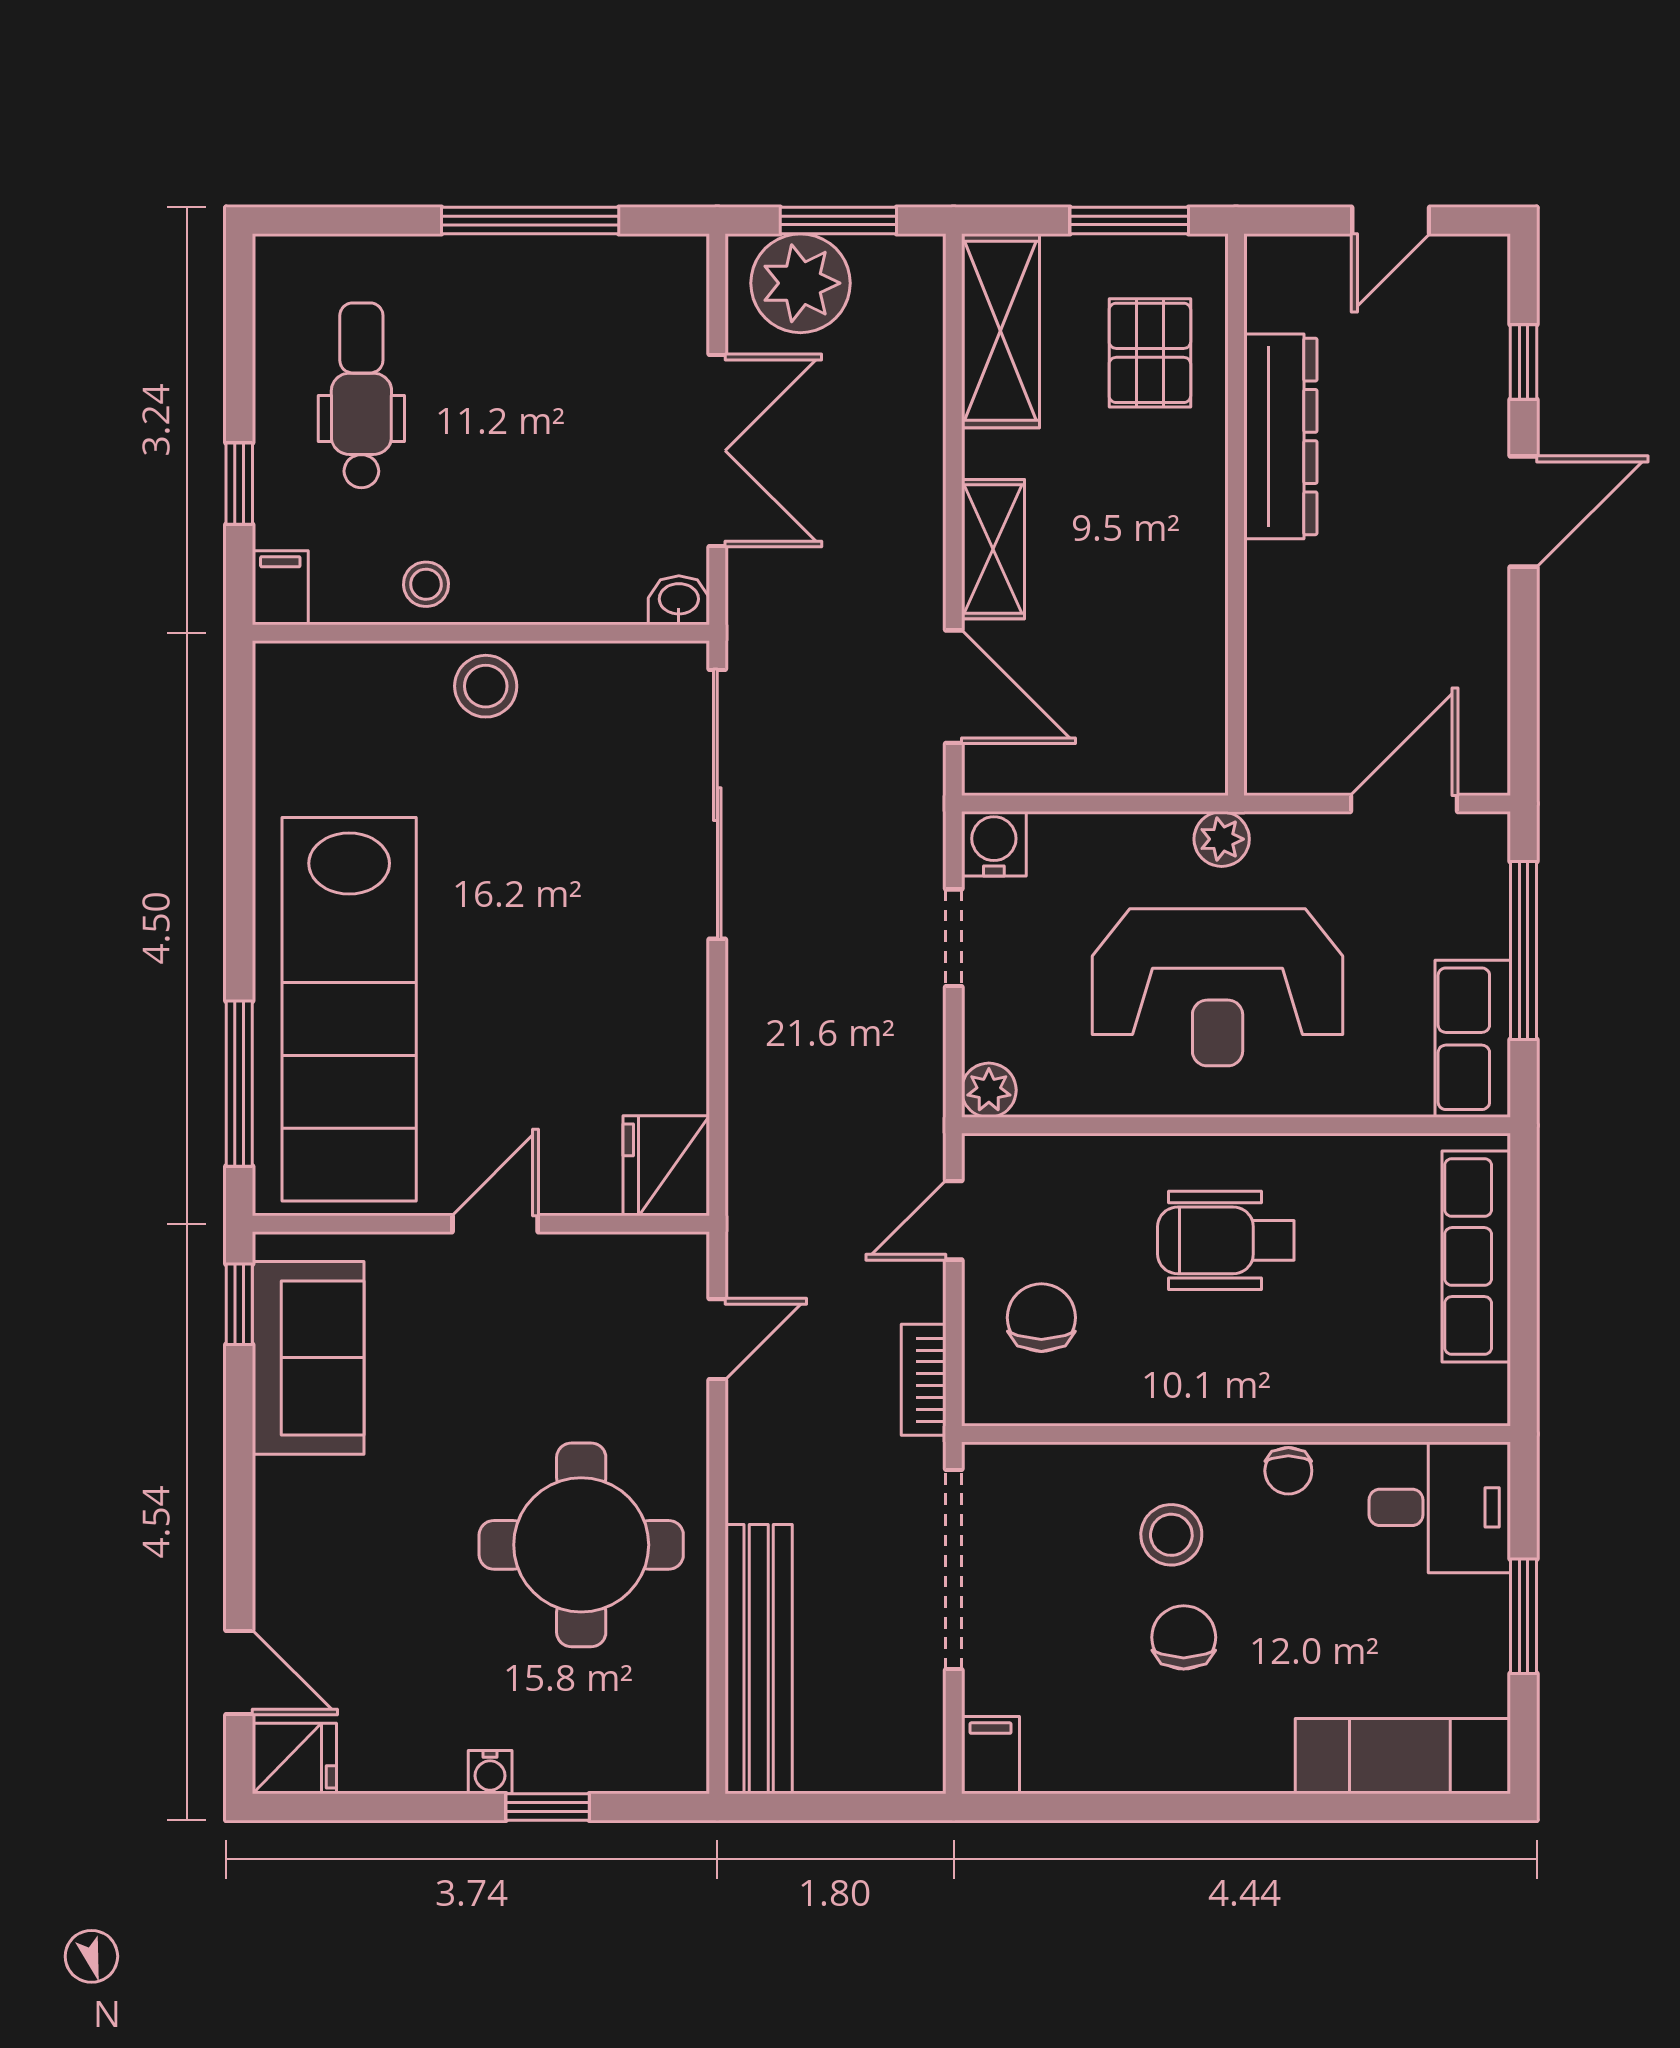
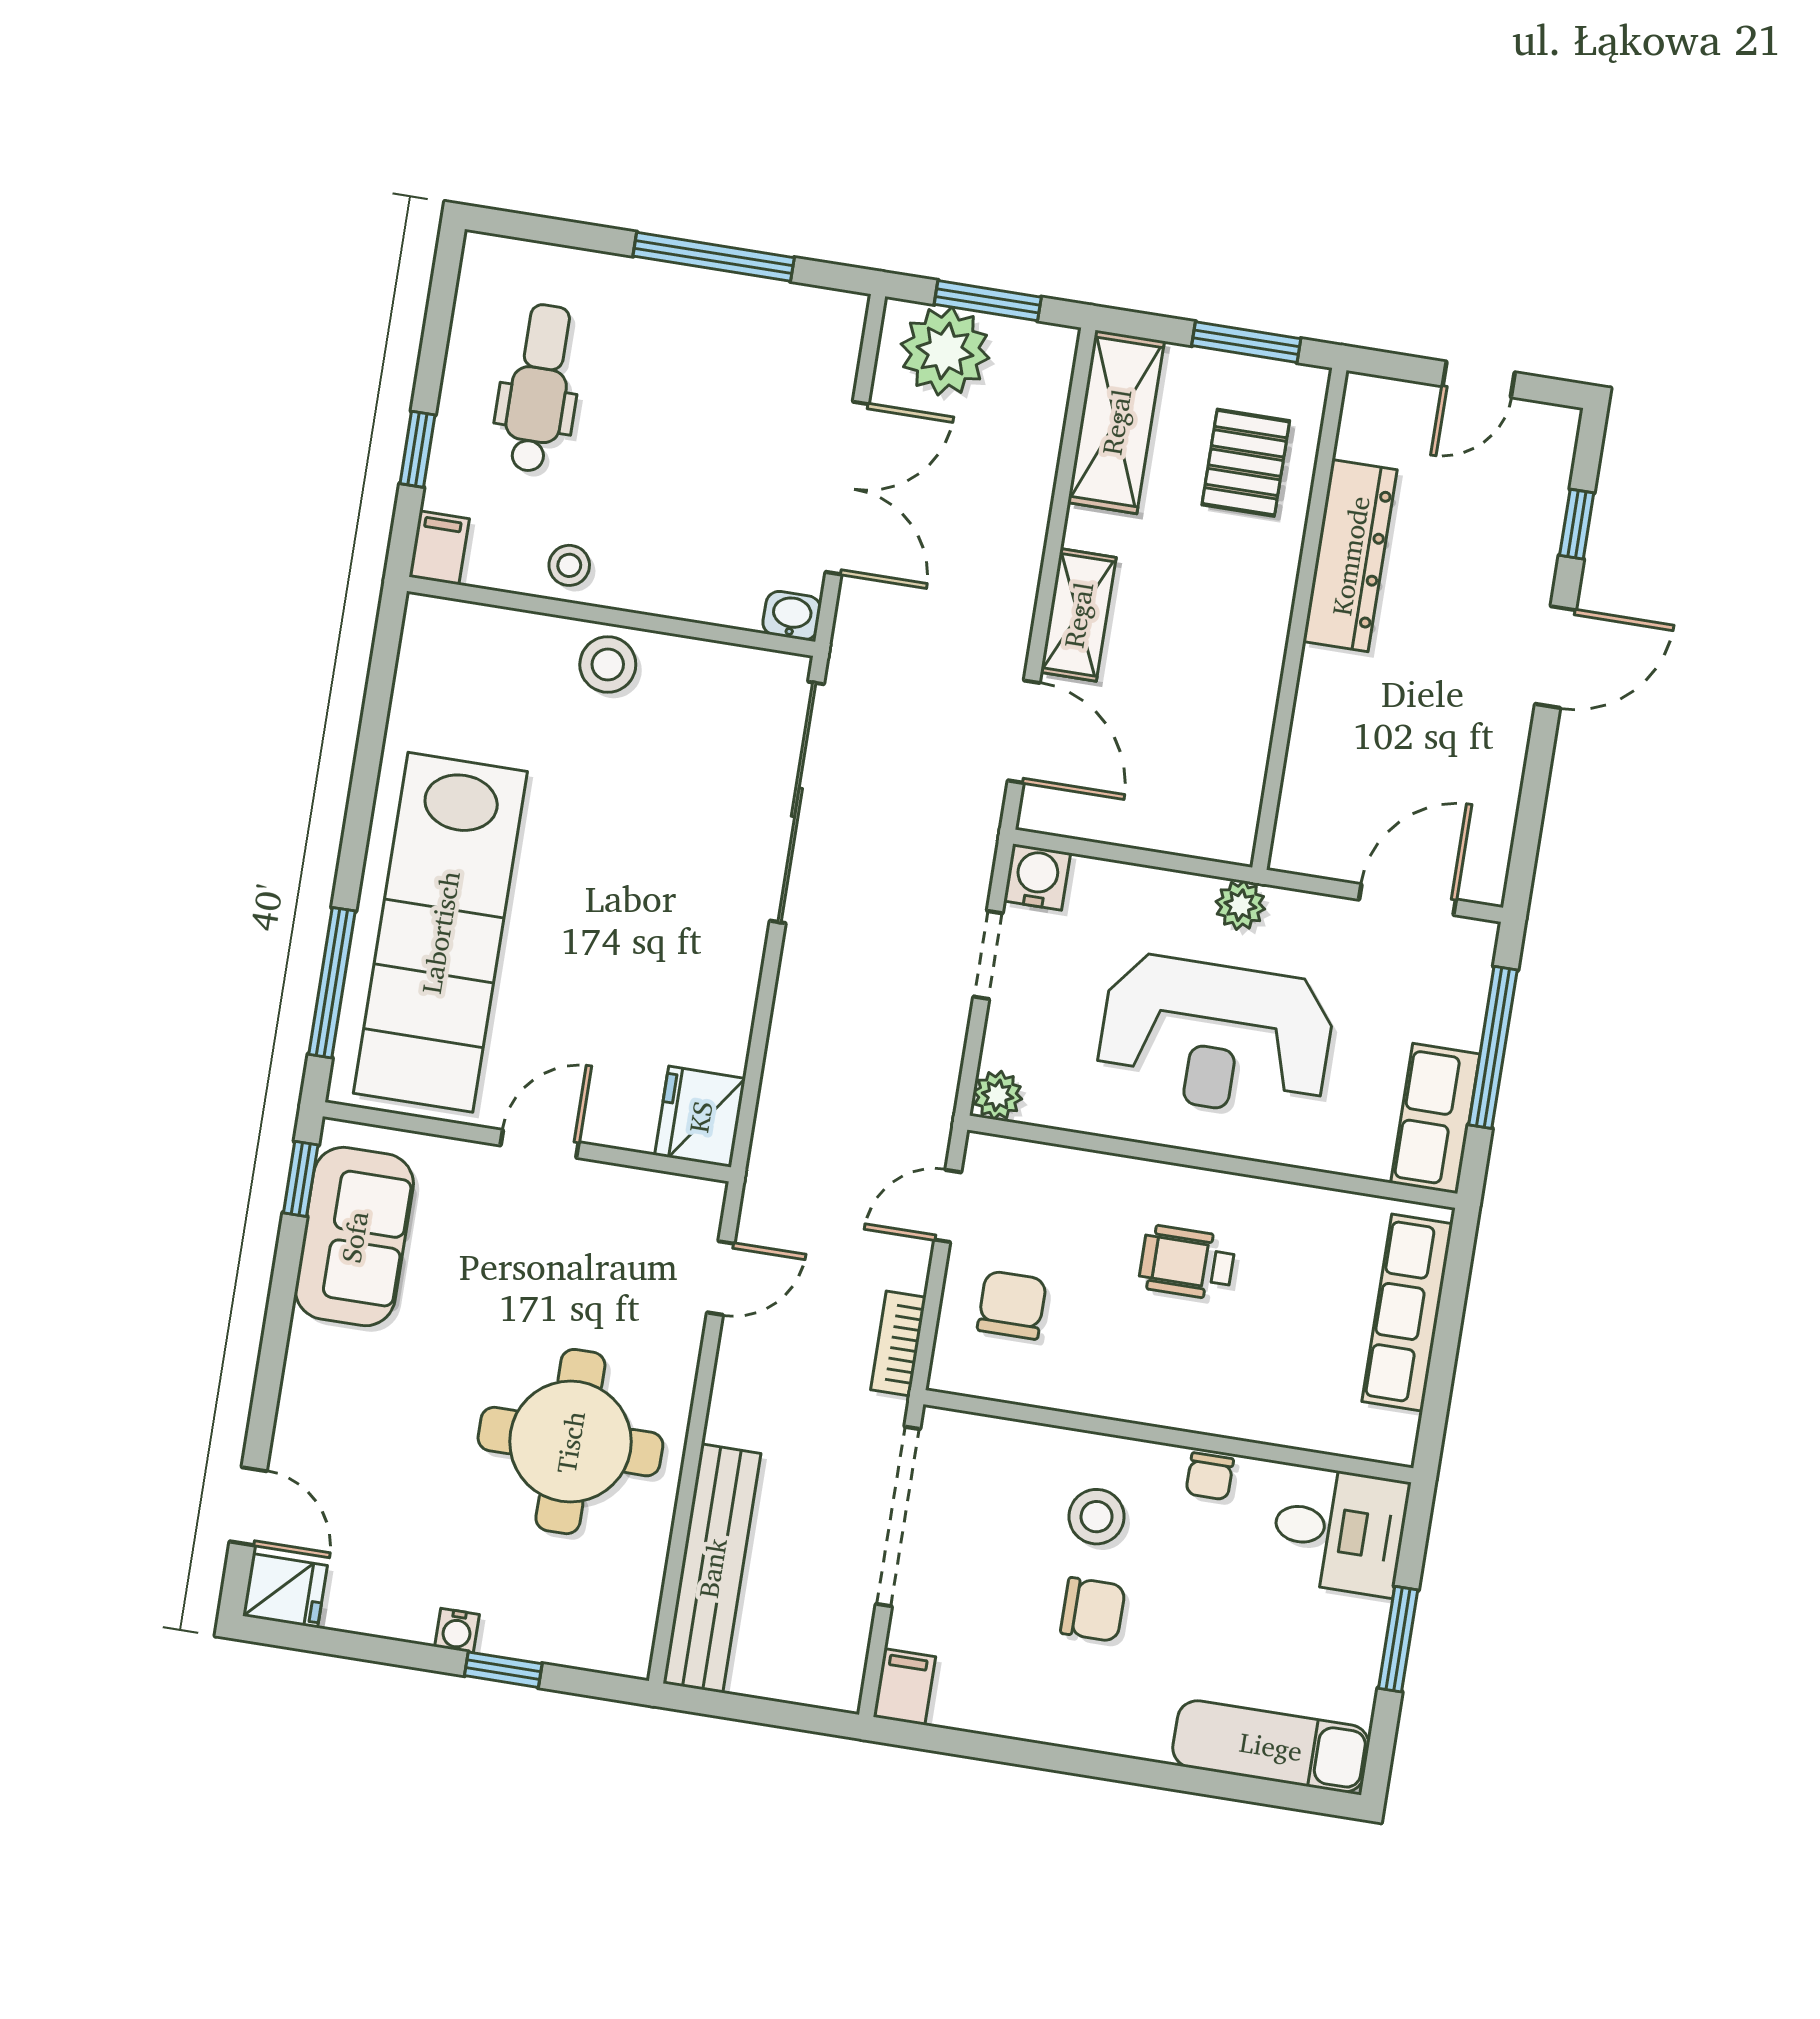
wheelchair: (1226, 1240) -> (1187, 1263), width x0.73, depth x0.73
chair: (1184, 1637) -> (1093, 1610), turned 90

